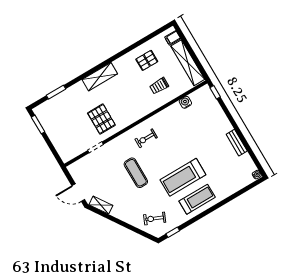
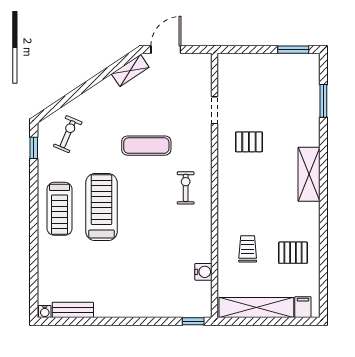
pallet: (147, 60) -> (293, 253), turned 90
pallet: (101, 119) -> (249, 142), width x0.67, depth x0.71
bench: (237, 143) -> (73, 310), moved

